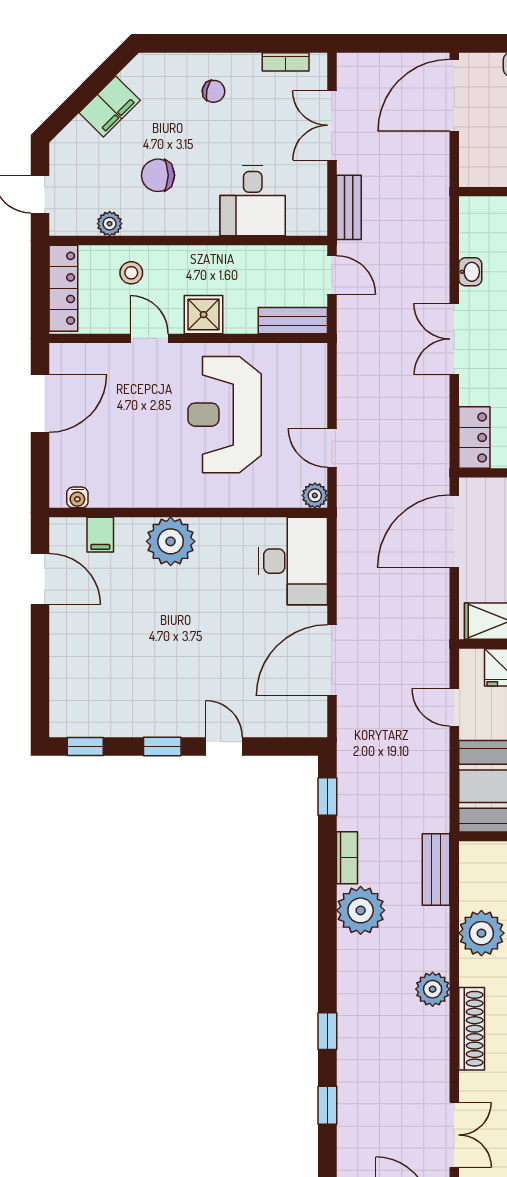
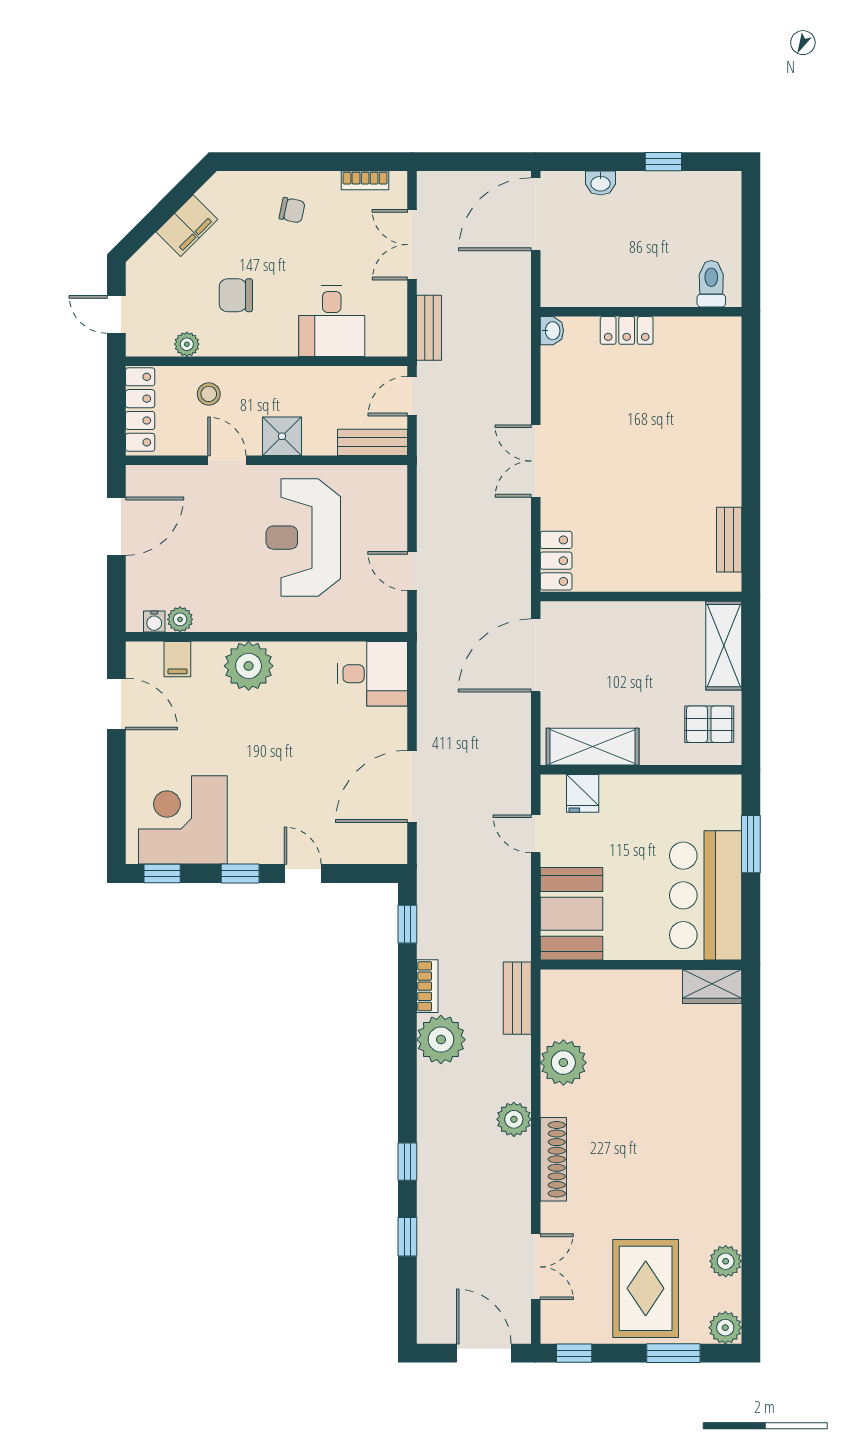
washbasin: (470, 272) -> (552, 331), moved
door: (332, 275) -> (412, 396), swing flipped
plant: (315, 495) -> (180, 619), moved
desk: (293, 561) -> (372, 674), width x0.73
corner desk: (106, 694) -> (183, 820), added

